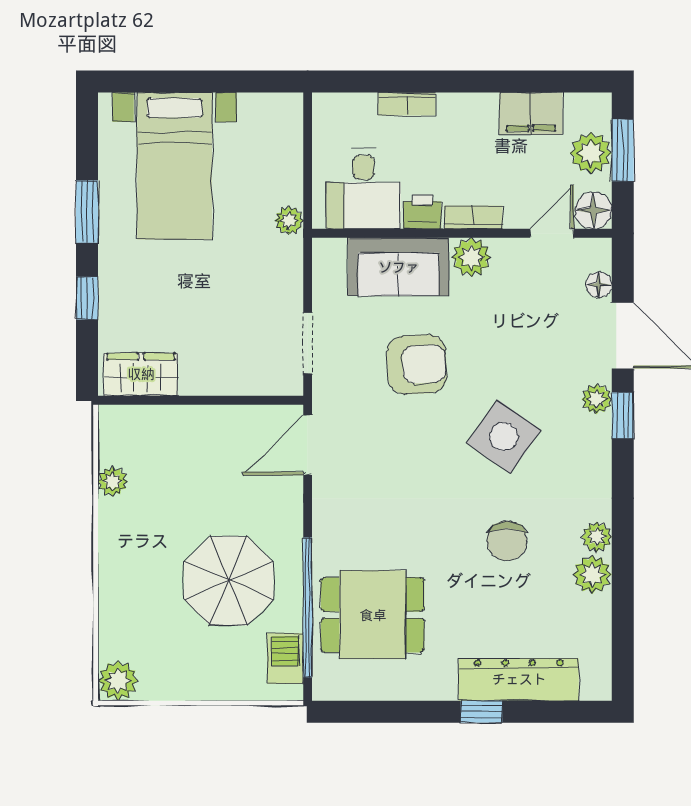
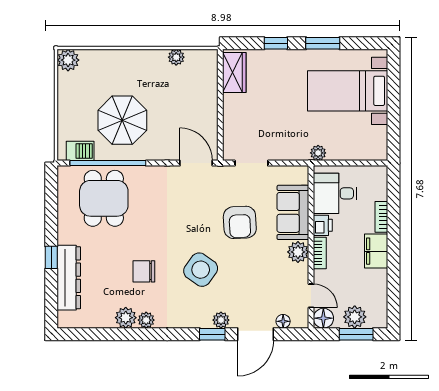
filing cabinet: (531, 113) -> (376, 251), moved

